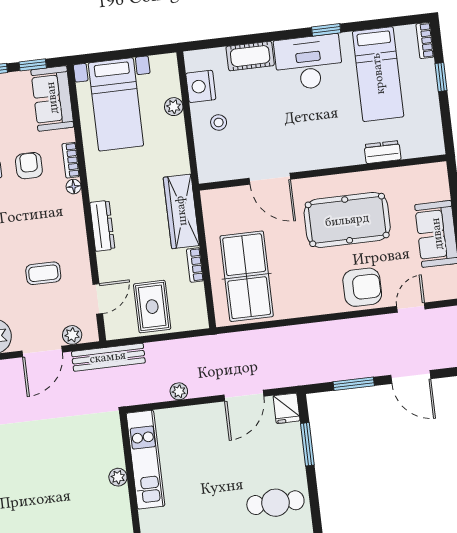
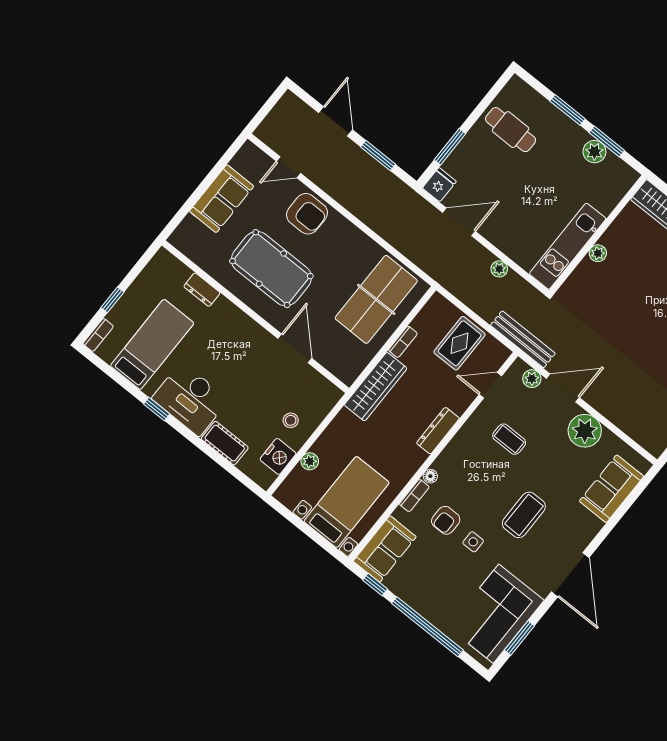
armchair: (362, 287) -> (307, 214), turned 180

